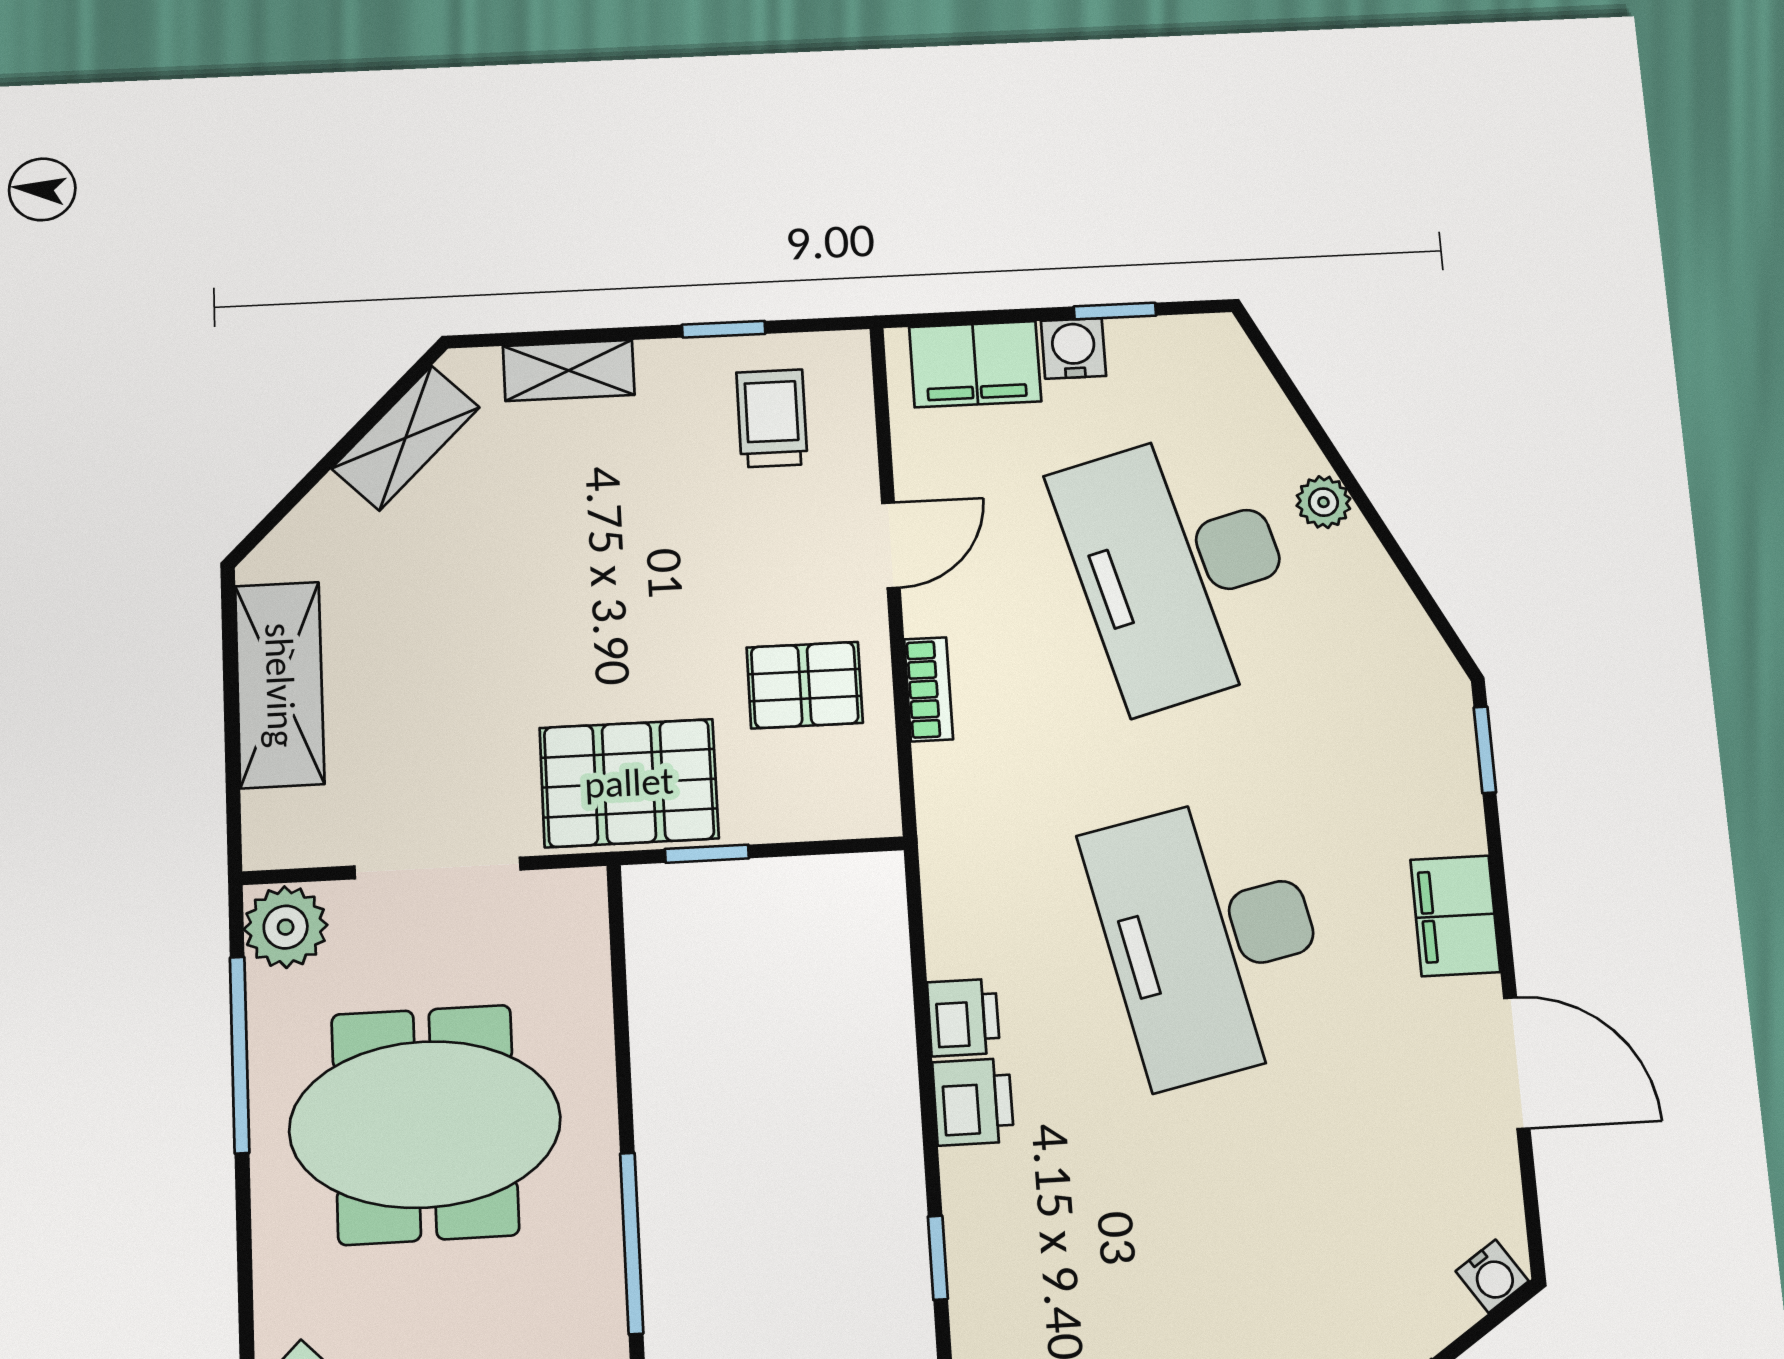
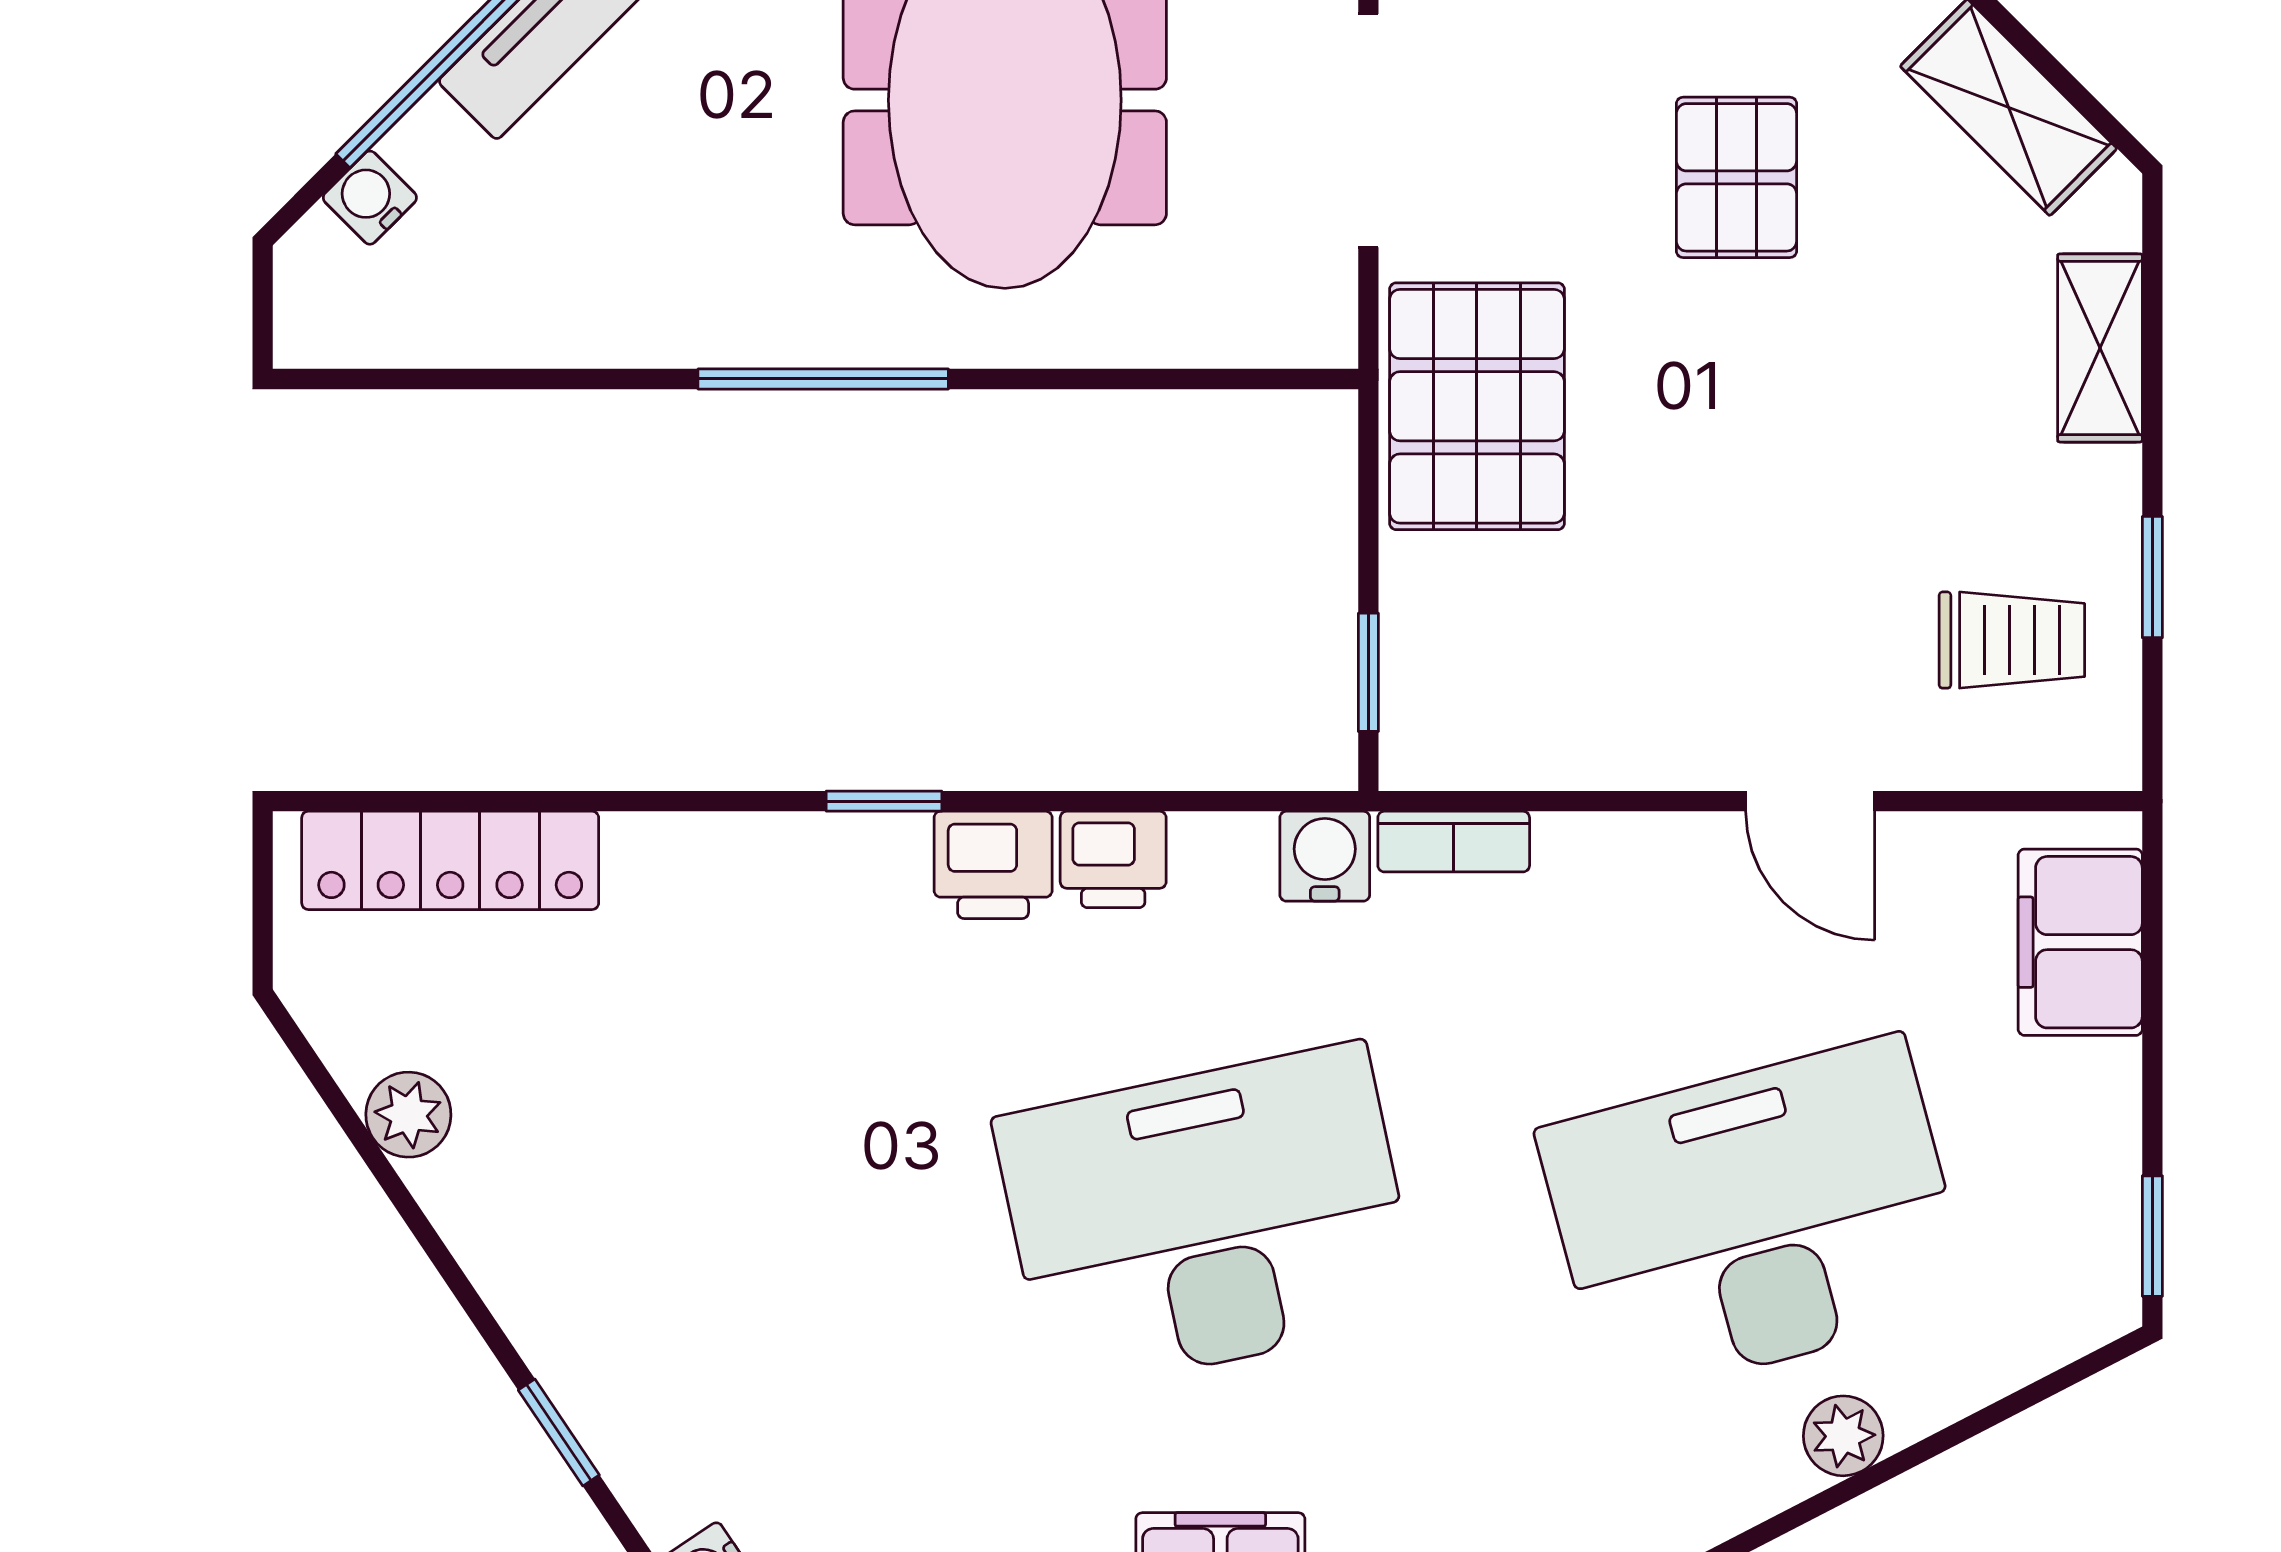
window: (1115, 311) -> (2152, 1236), moved
water cooler: (1073, 348) -> (1325, 856), moved, turned -90
pallet: (805, 685) -> (1736, 177), moved
bookcase: (928, 689) -> (1454, 842), moved
window: (707, 854) -> (1368, 672), moved
window: (938, 1258) -> (884, 801), moved

